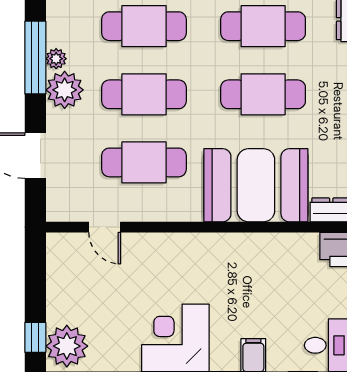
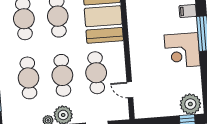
door: (105, 227) -> (130, 90), swing flipped

